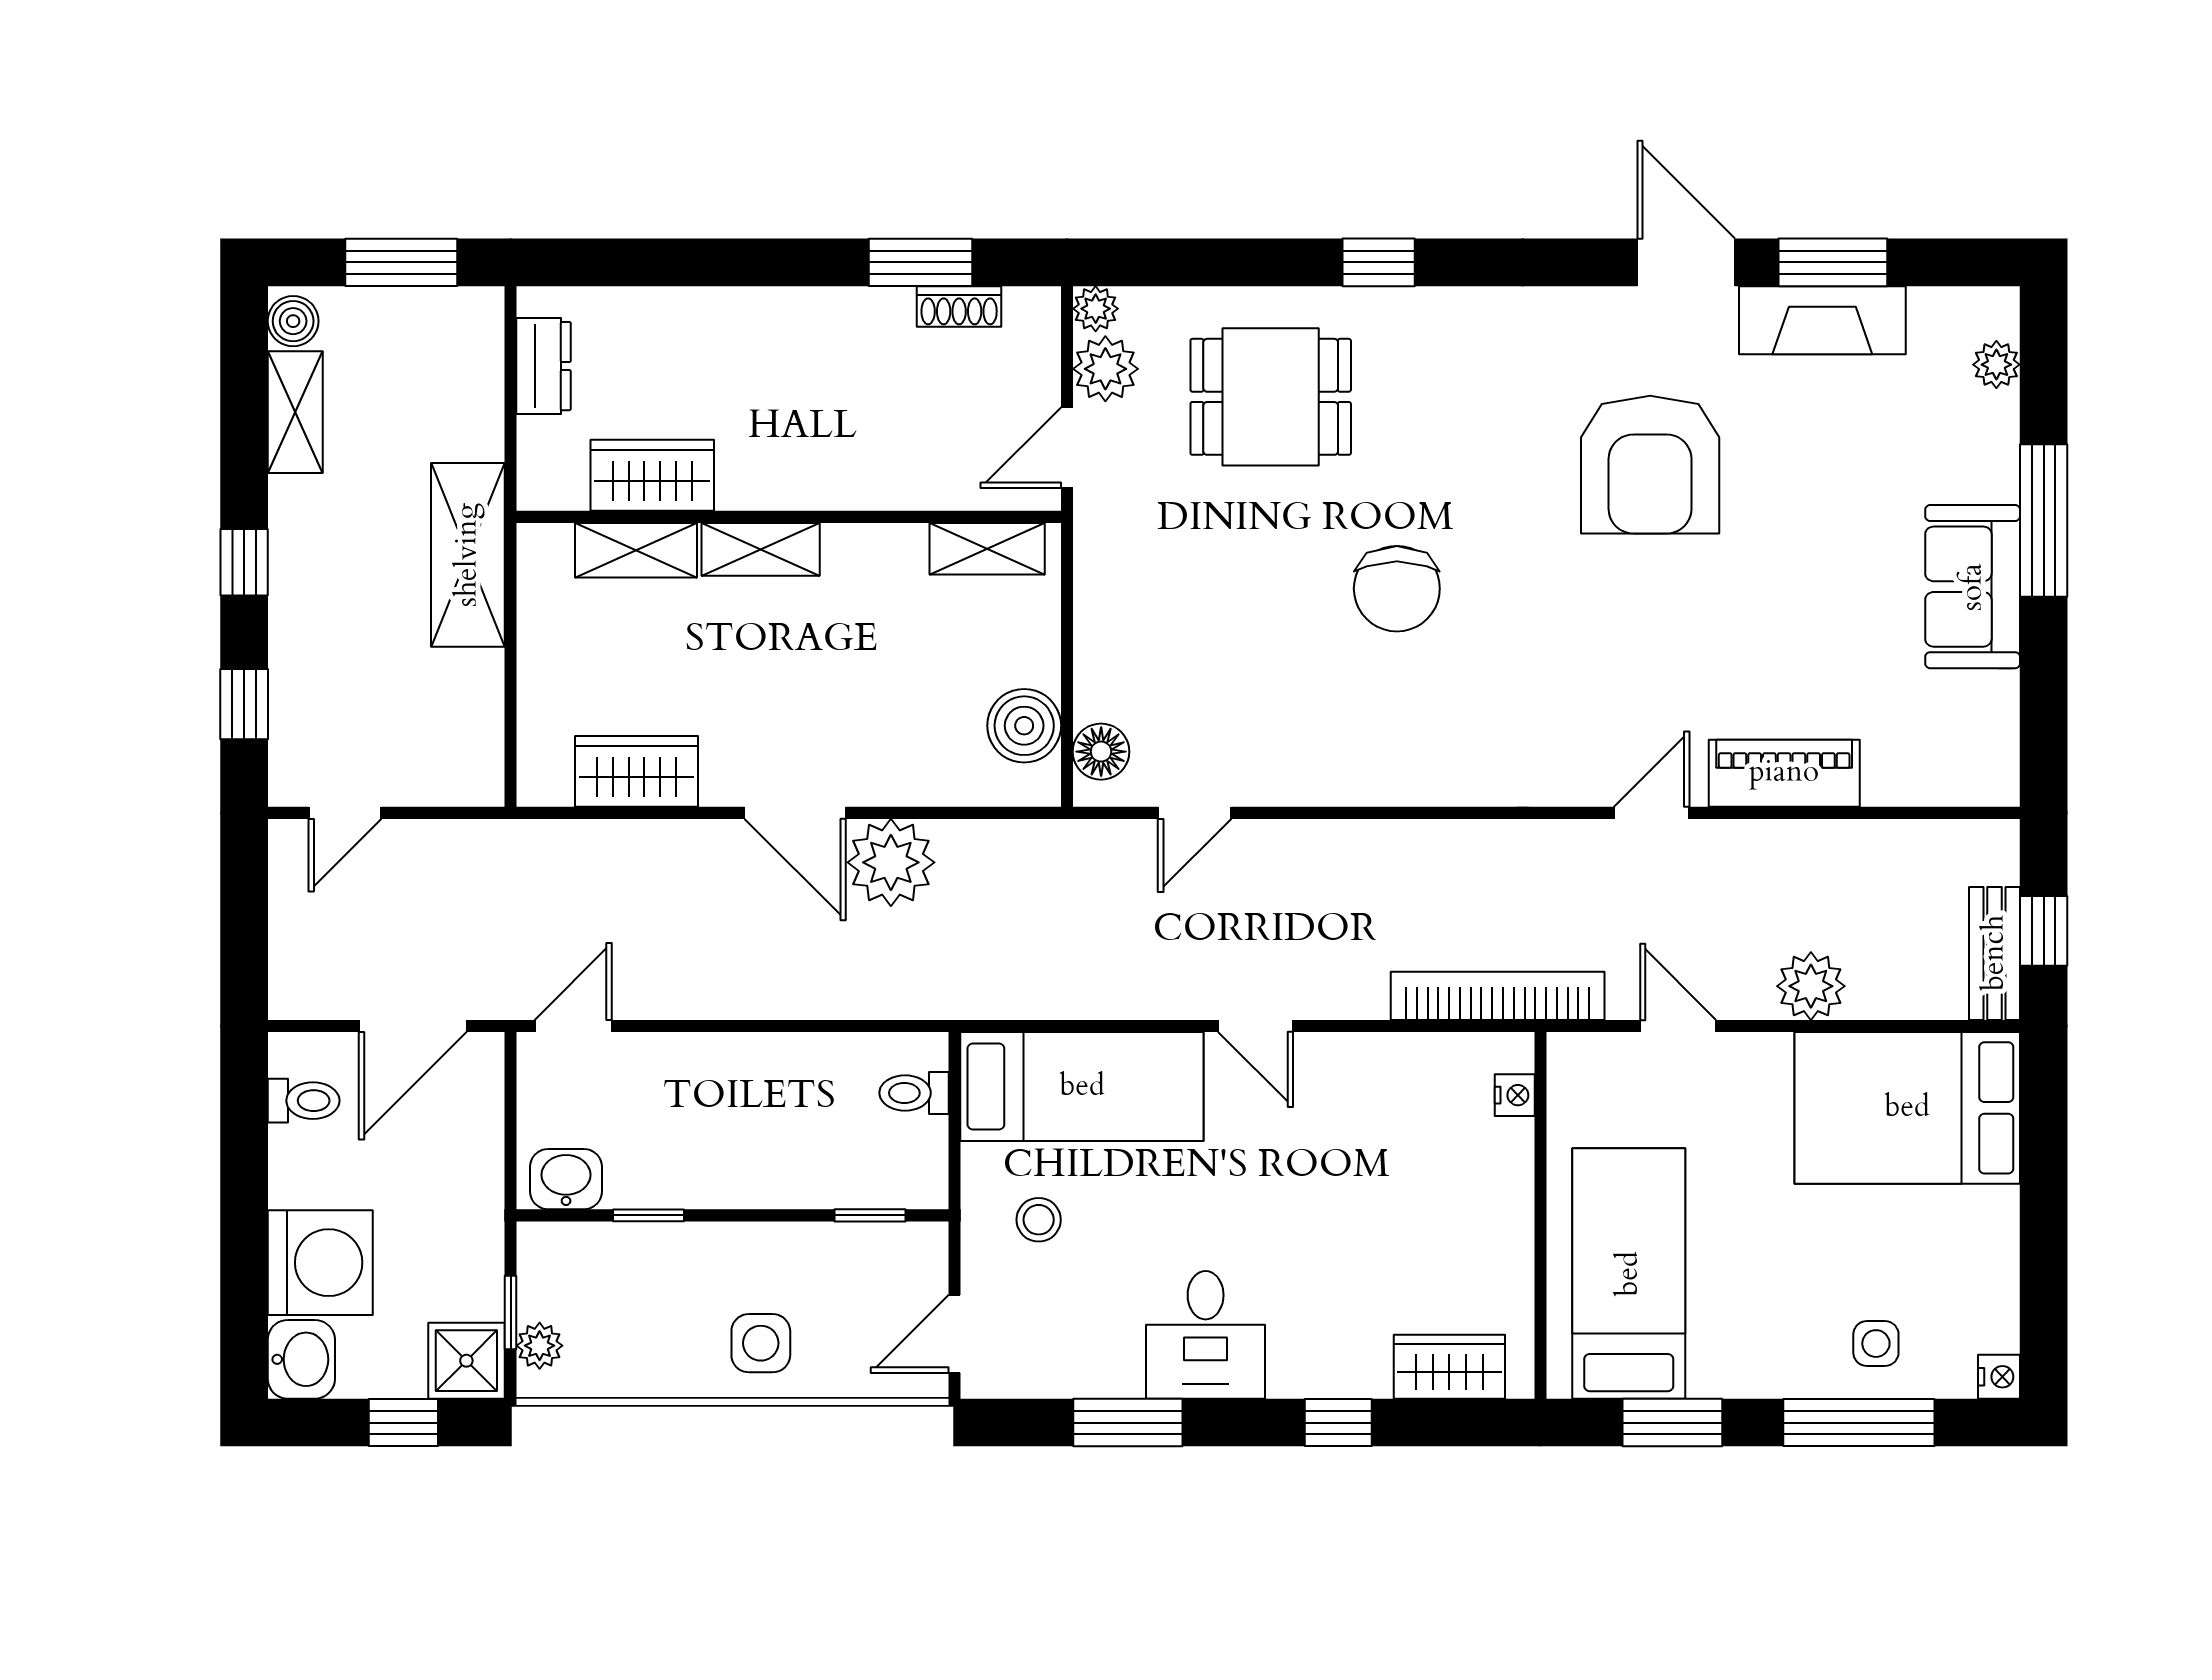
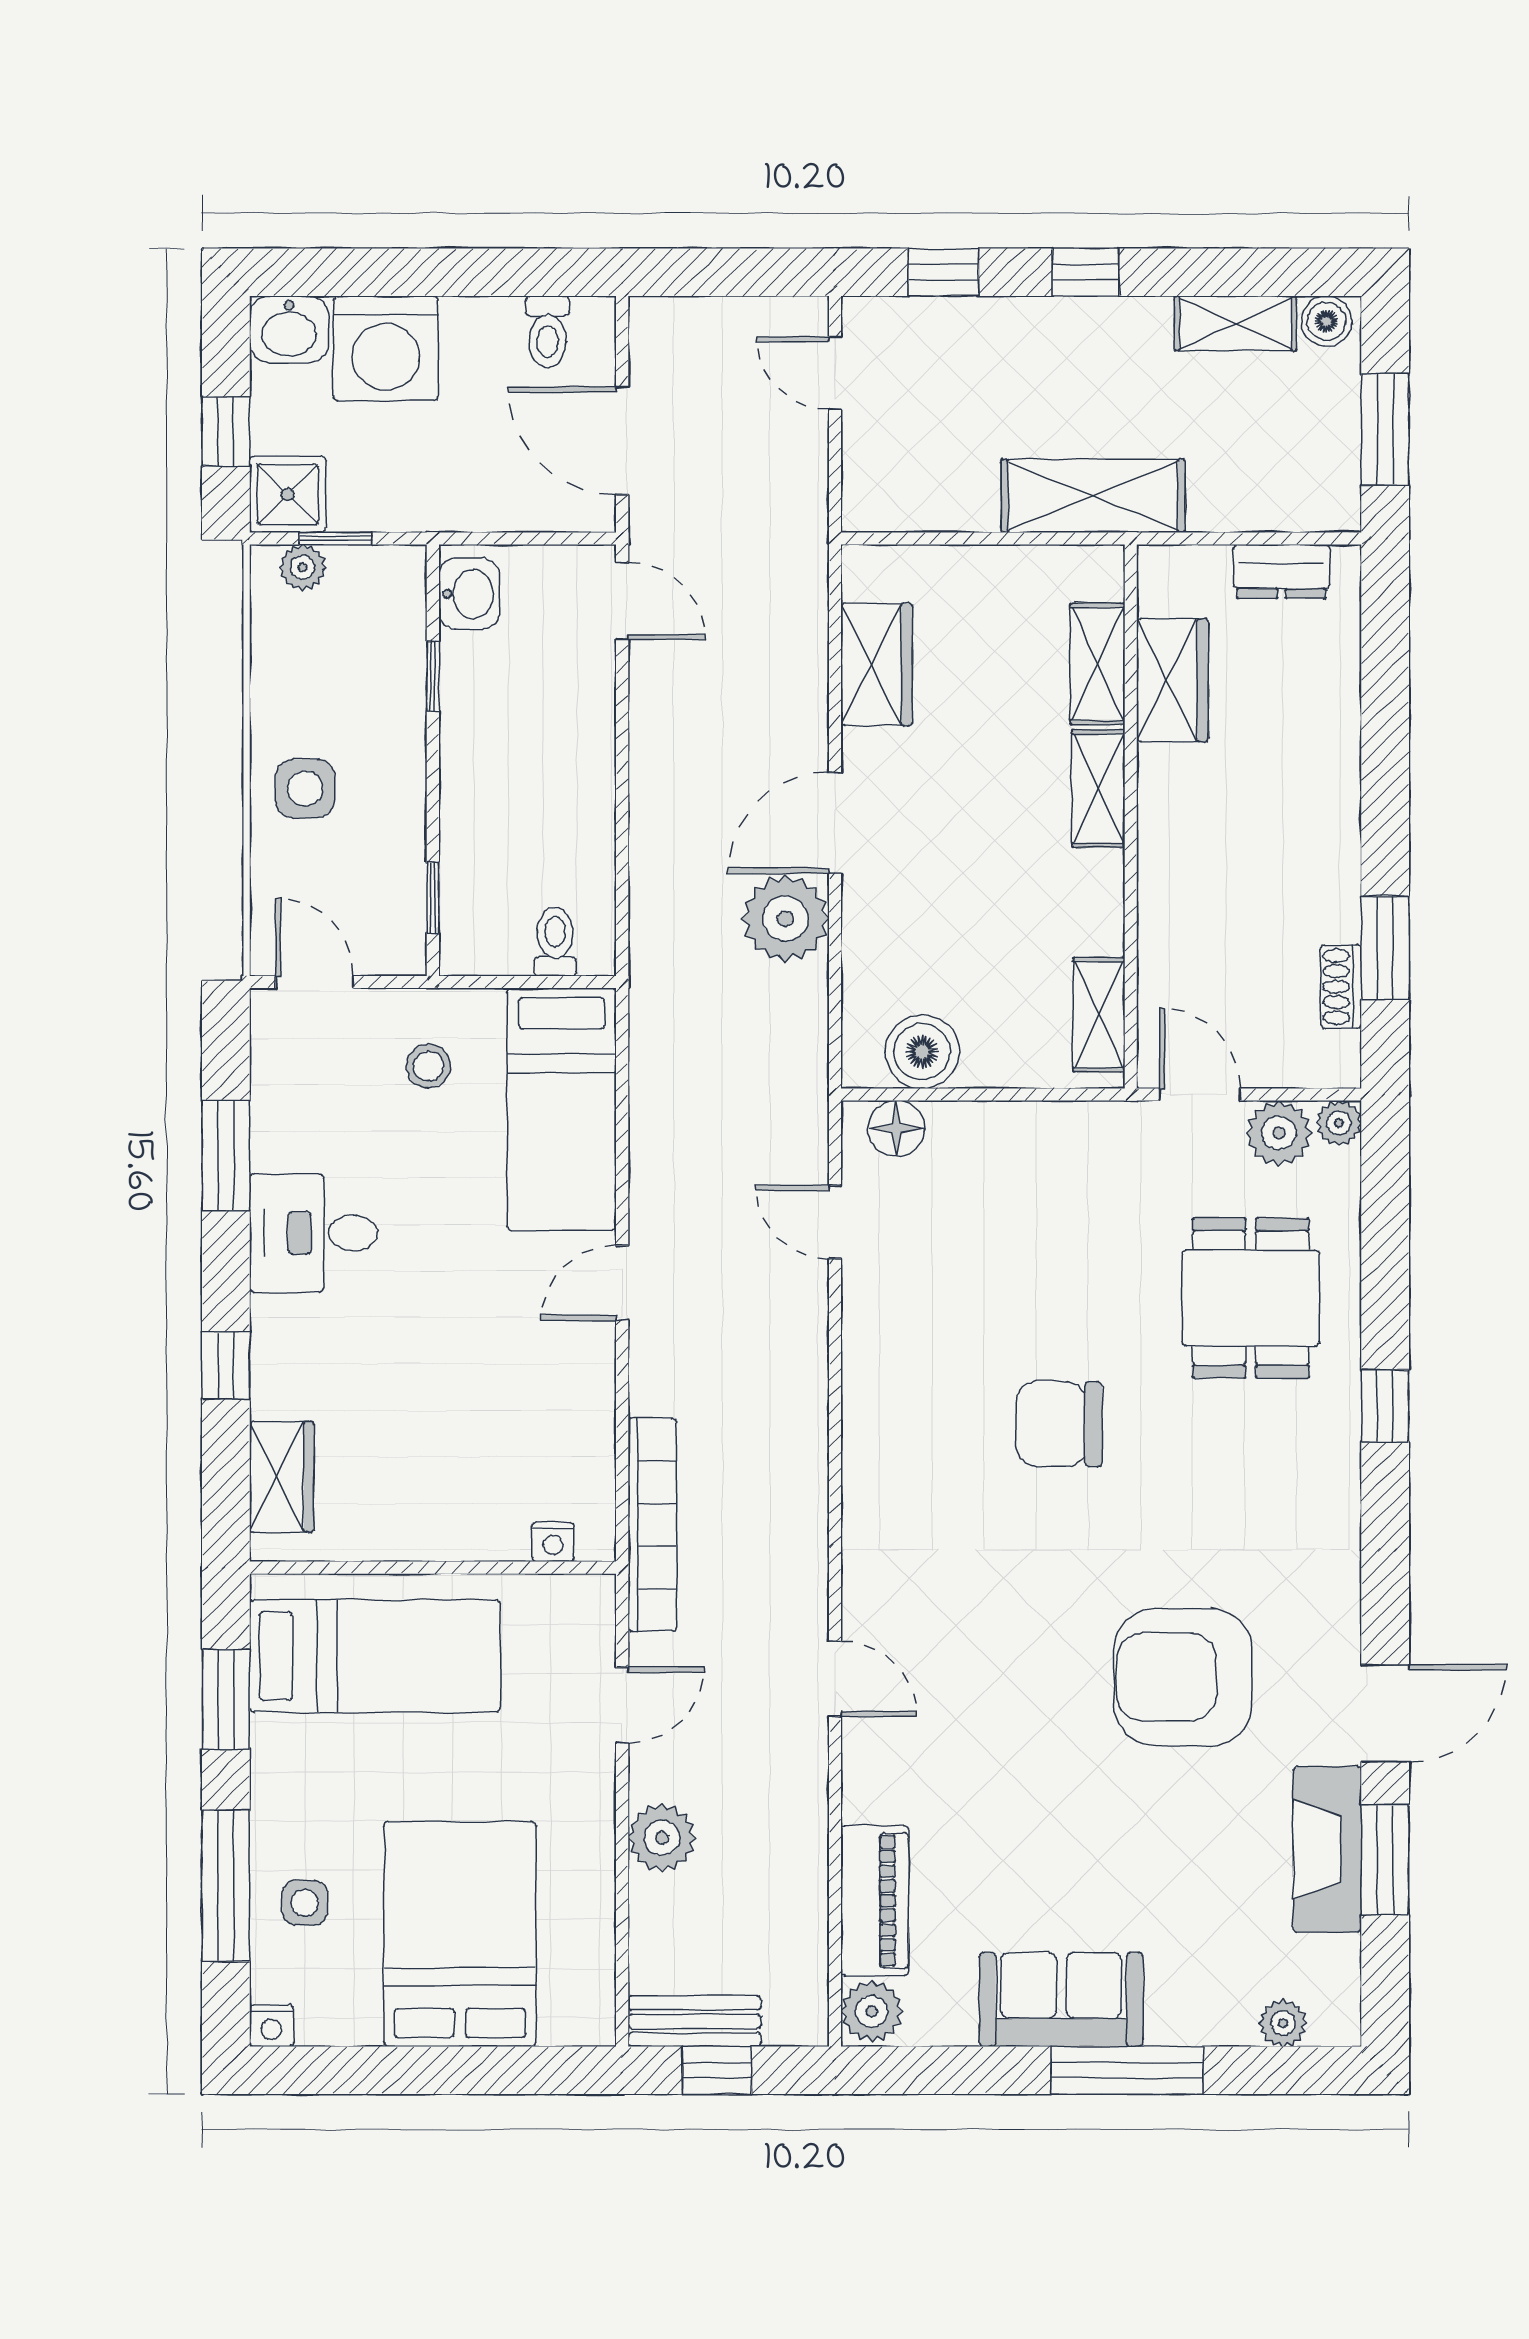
piano: (1784, 773) -> (875, 1901), moved
plant: (1985, 776) -> (872, 2011), added
bed: (1907, 1108) -> (460, 1934), moved

